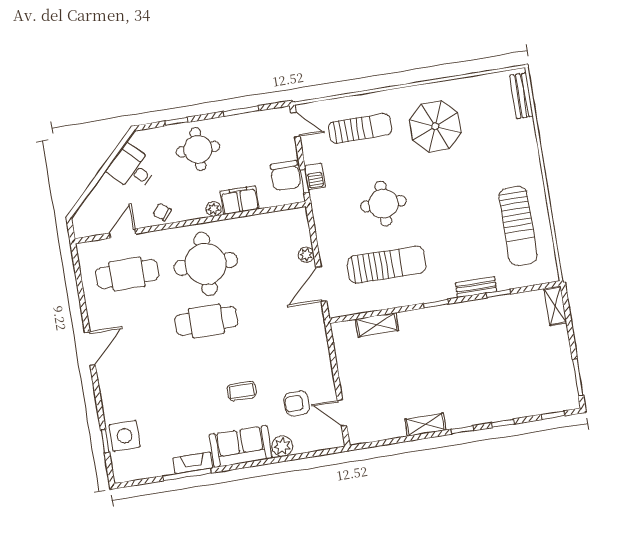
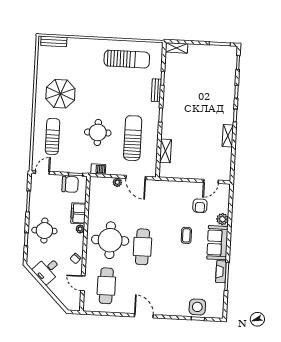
barbecue: (315, 177) -> (98, 169), moved

